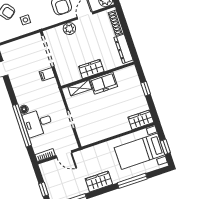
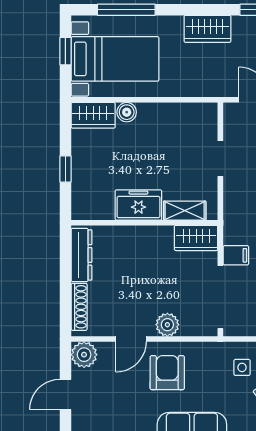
wardrobe: (91, 69) -> (196, 238), moved
boiler: (125, 127) -> (127, 112), added
window: (132, 181) -> (126, 10), moved

